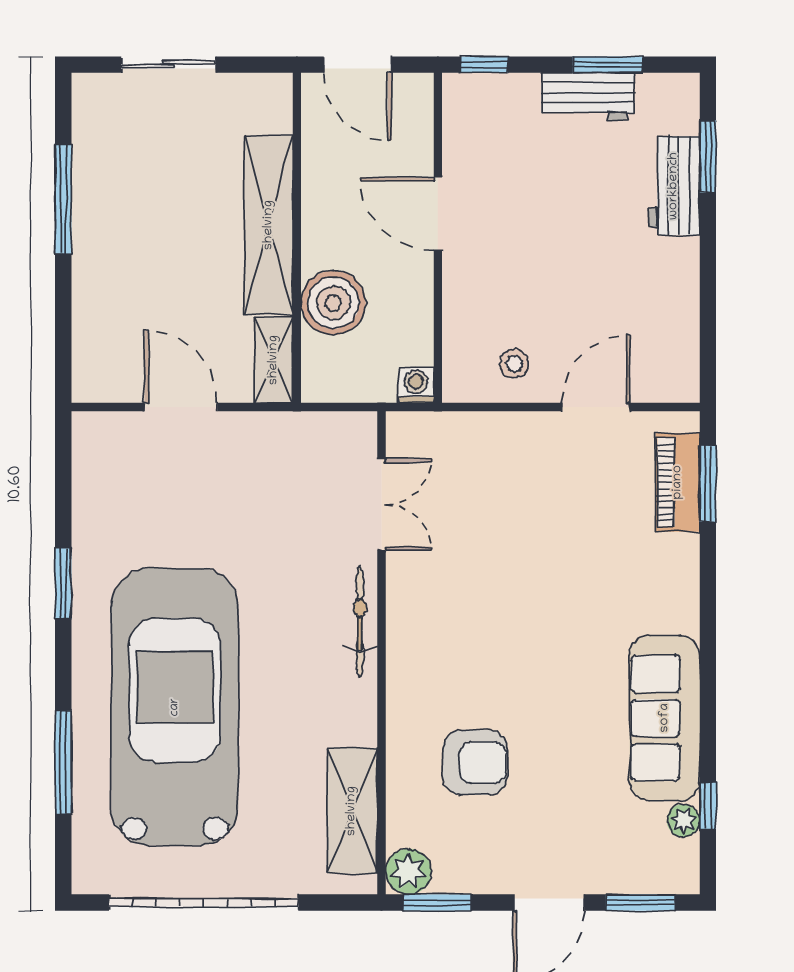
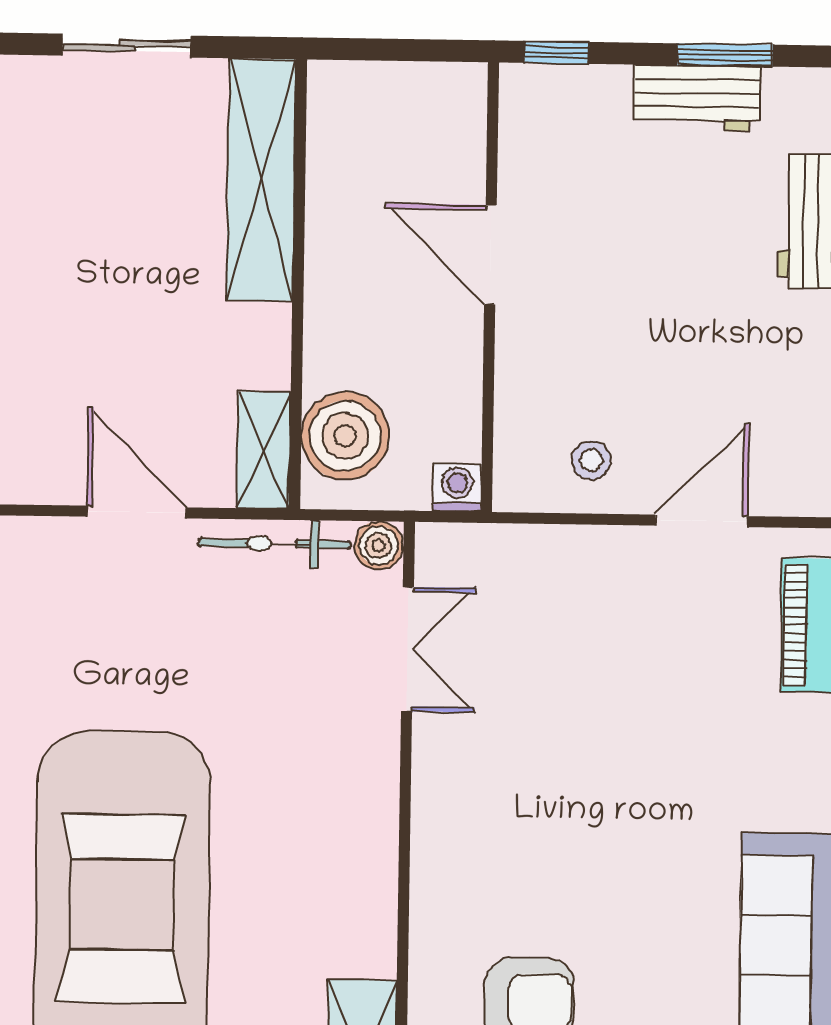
door: (358, 65) -> (384, 50), removed
shelving: (269, 225) -> (261, 180), moved
boiler: (333, 303) -> (345, 436), moved
boiler: (359, 429) -> (378, 545), added
bicycle: (360, 621) -> (274, 544), moved, turned -90

